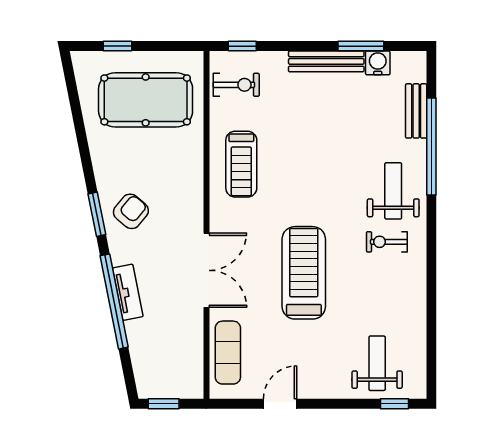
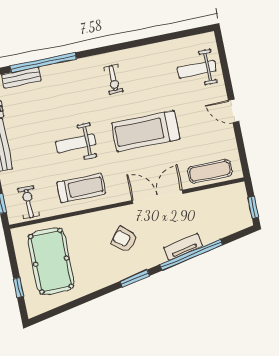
weight bench: (393, 191) -> (76, 143), moved
armchair: (131, 211) -> (124, 240), moved
door: (280, 404) -> (234, 111), moved
window: (394, 404) -> (222, 52), removed

